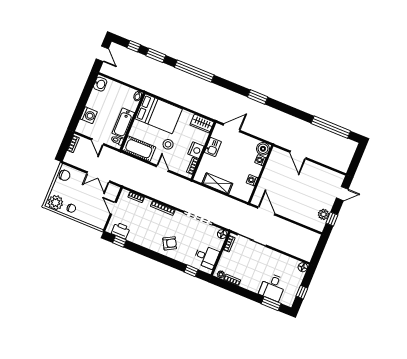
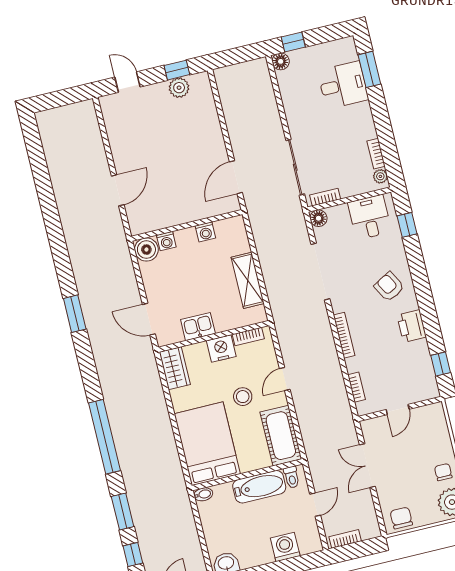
window: (331, 127) -> (40, 171), removed
double door: (98, 177) -> (367, 466), swing flipped
printer: (121, 231) -> (412, 326), moved
window: (302, 292) -> (293, 42), moved

